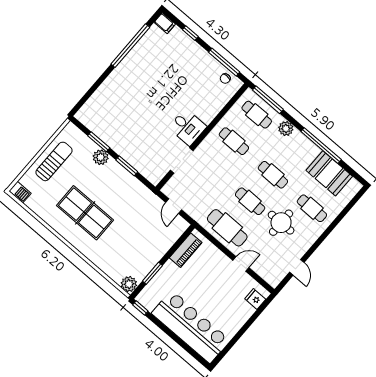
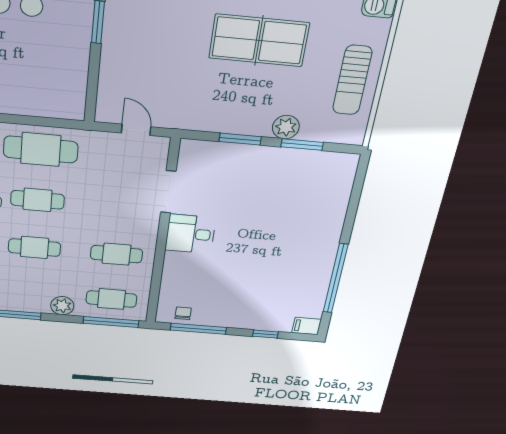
piano: (186, 250) -> (75, 85), removed

